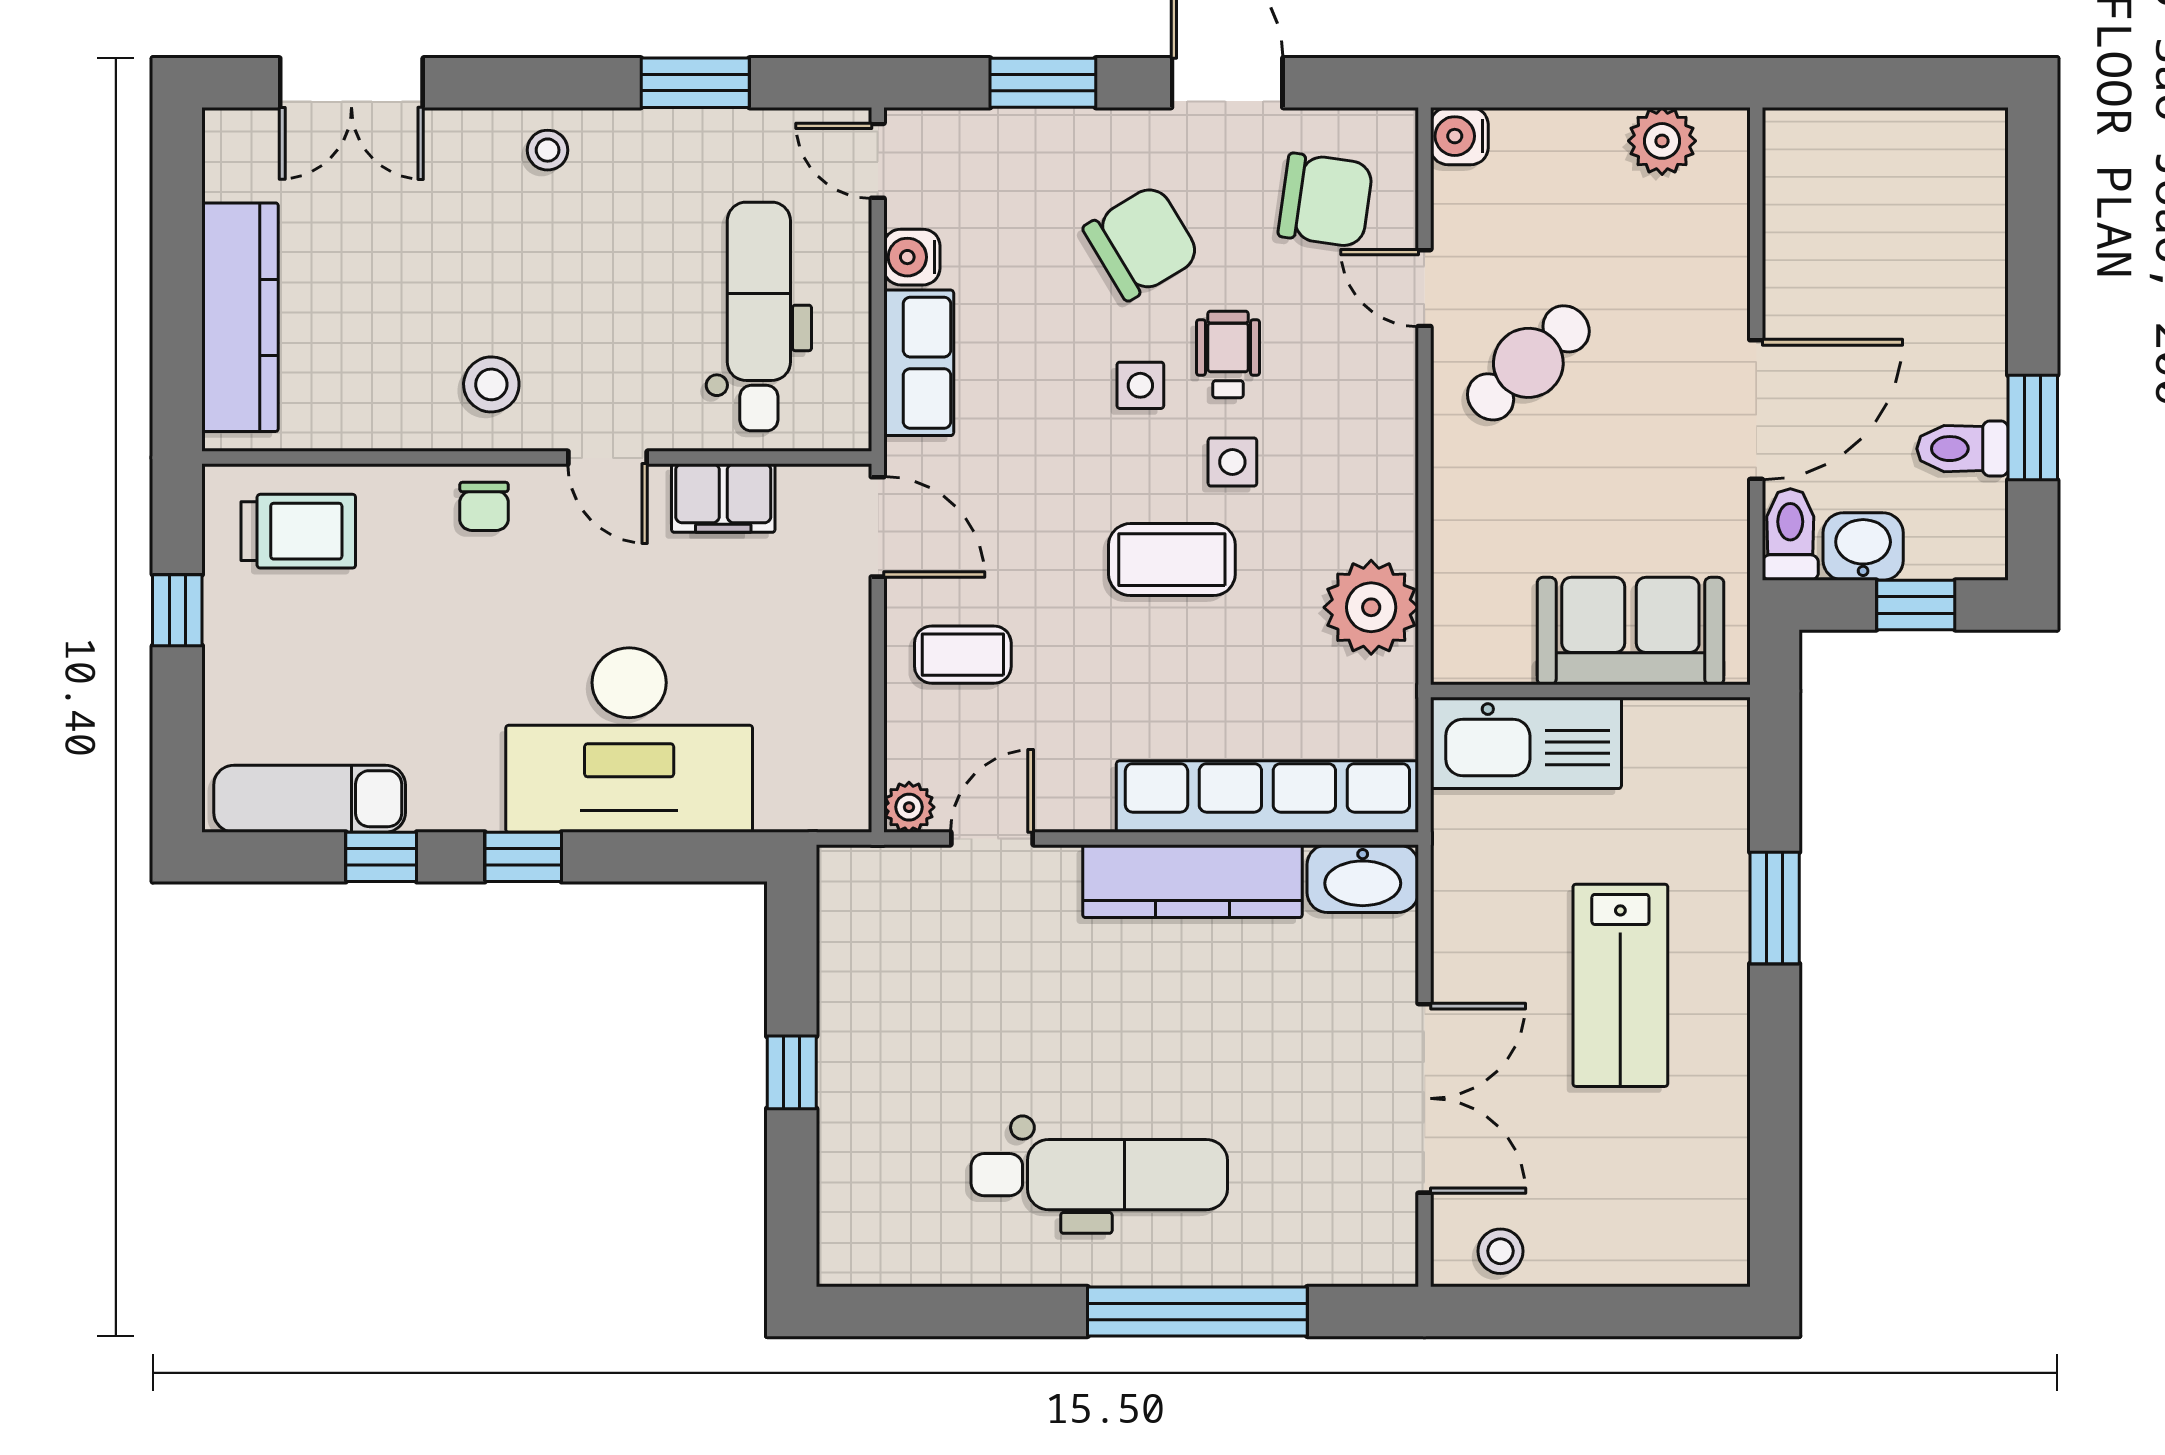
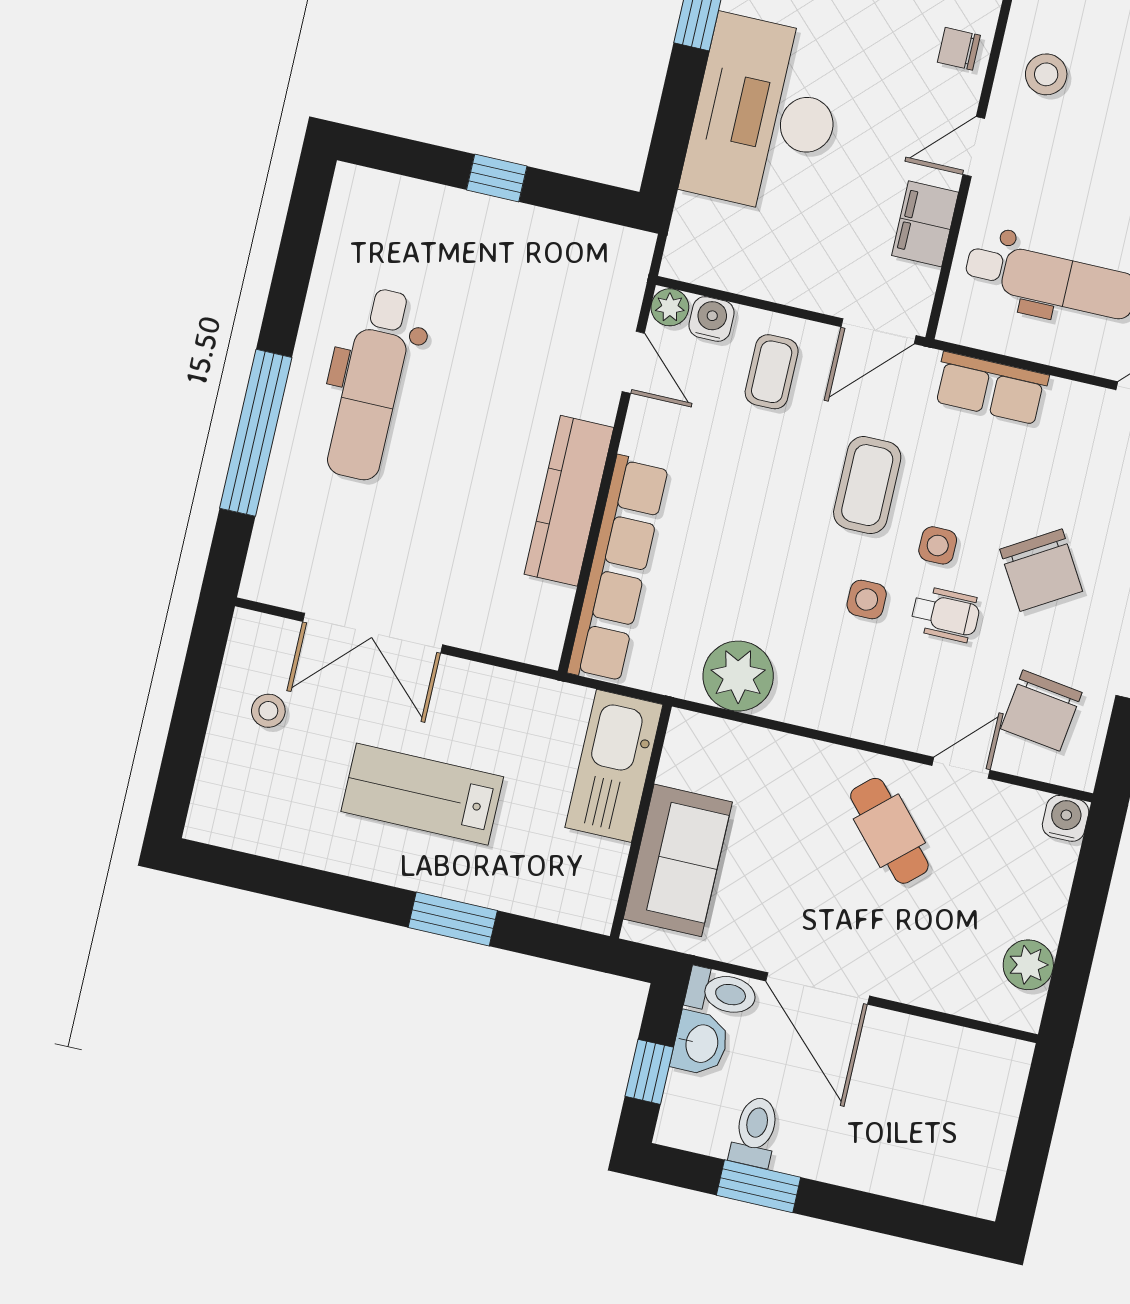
water cooler: (912, 257) -> (712, 319), moved
coffee table: (1172, 560) -> (867, 485), moved
washbasin: (1363, 879) -> (543, 625), removed
stool: (1500, 1251) -> (268, 711), moved

